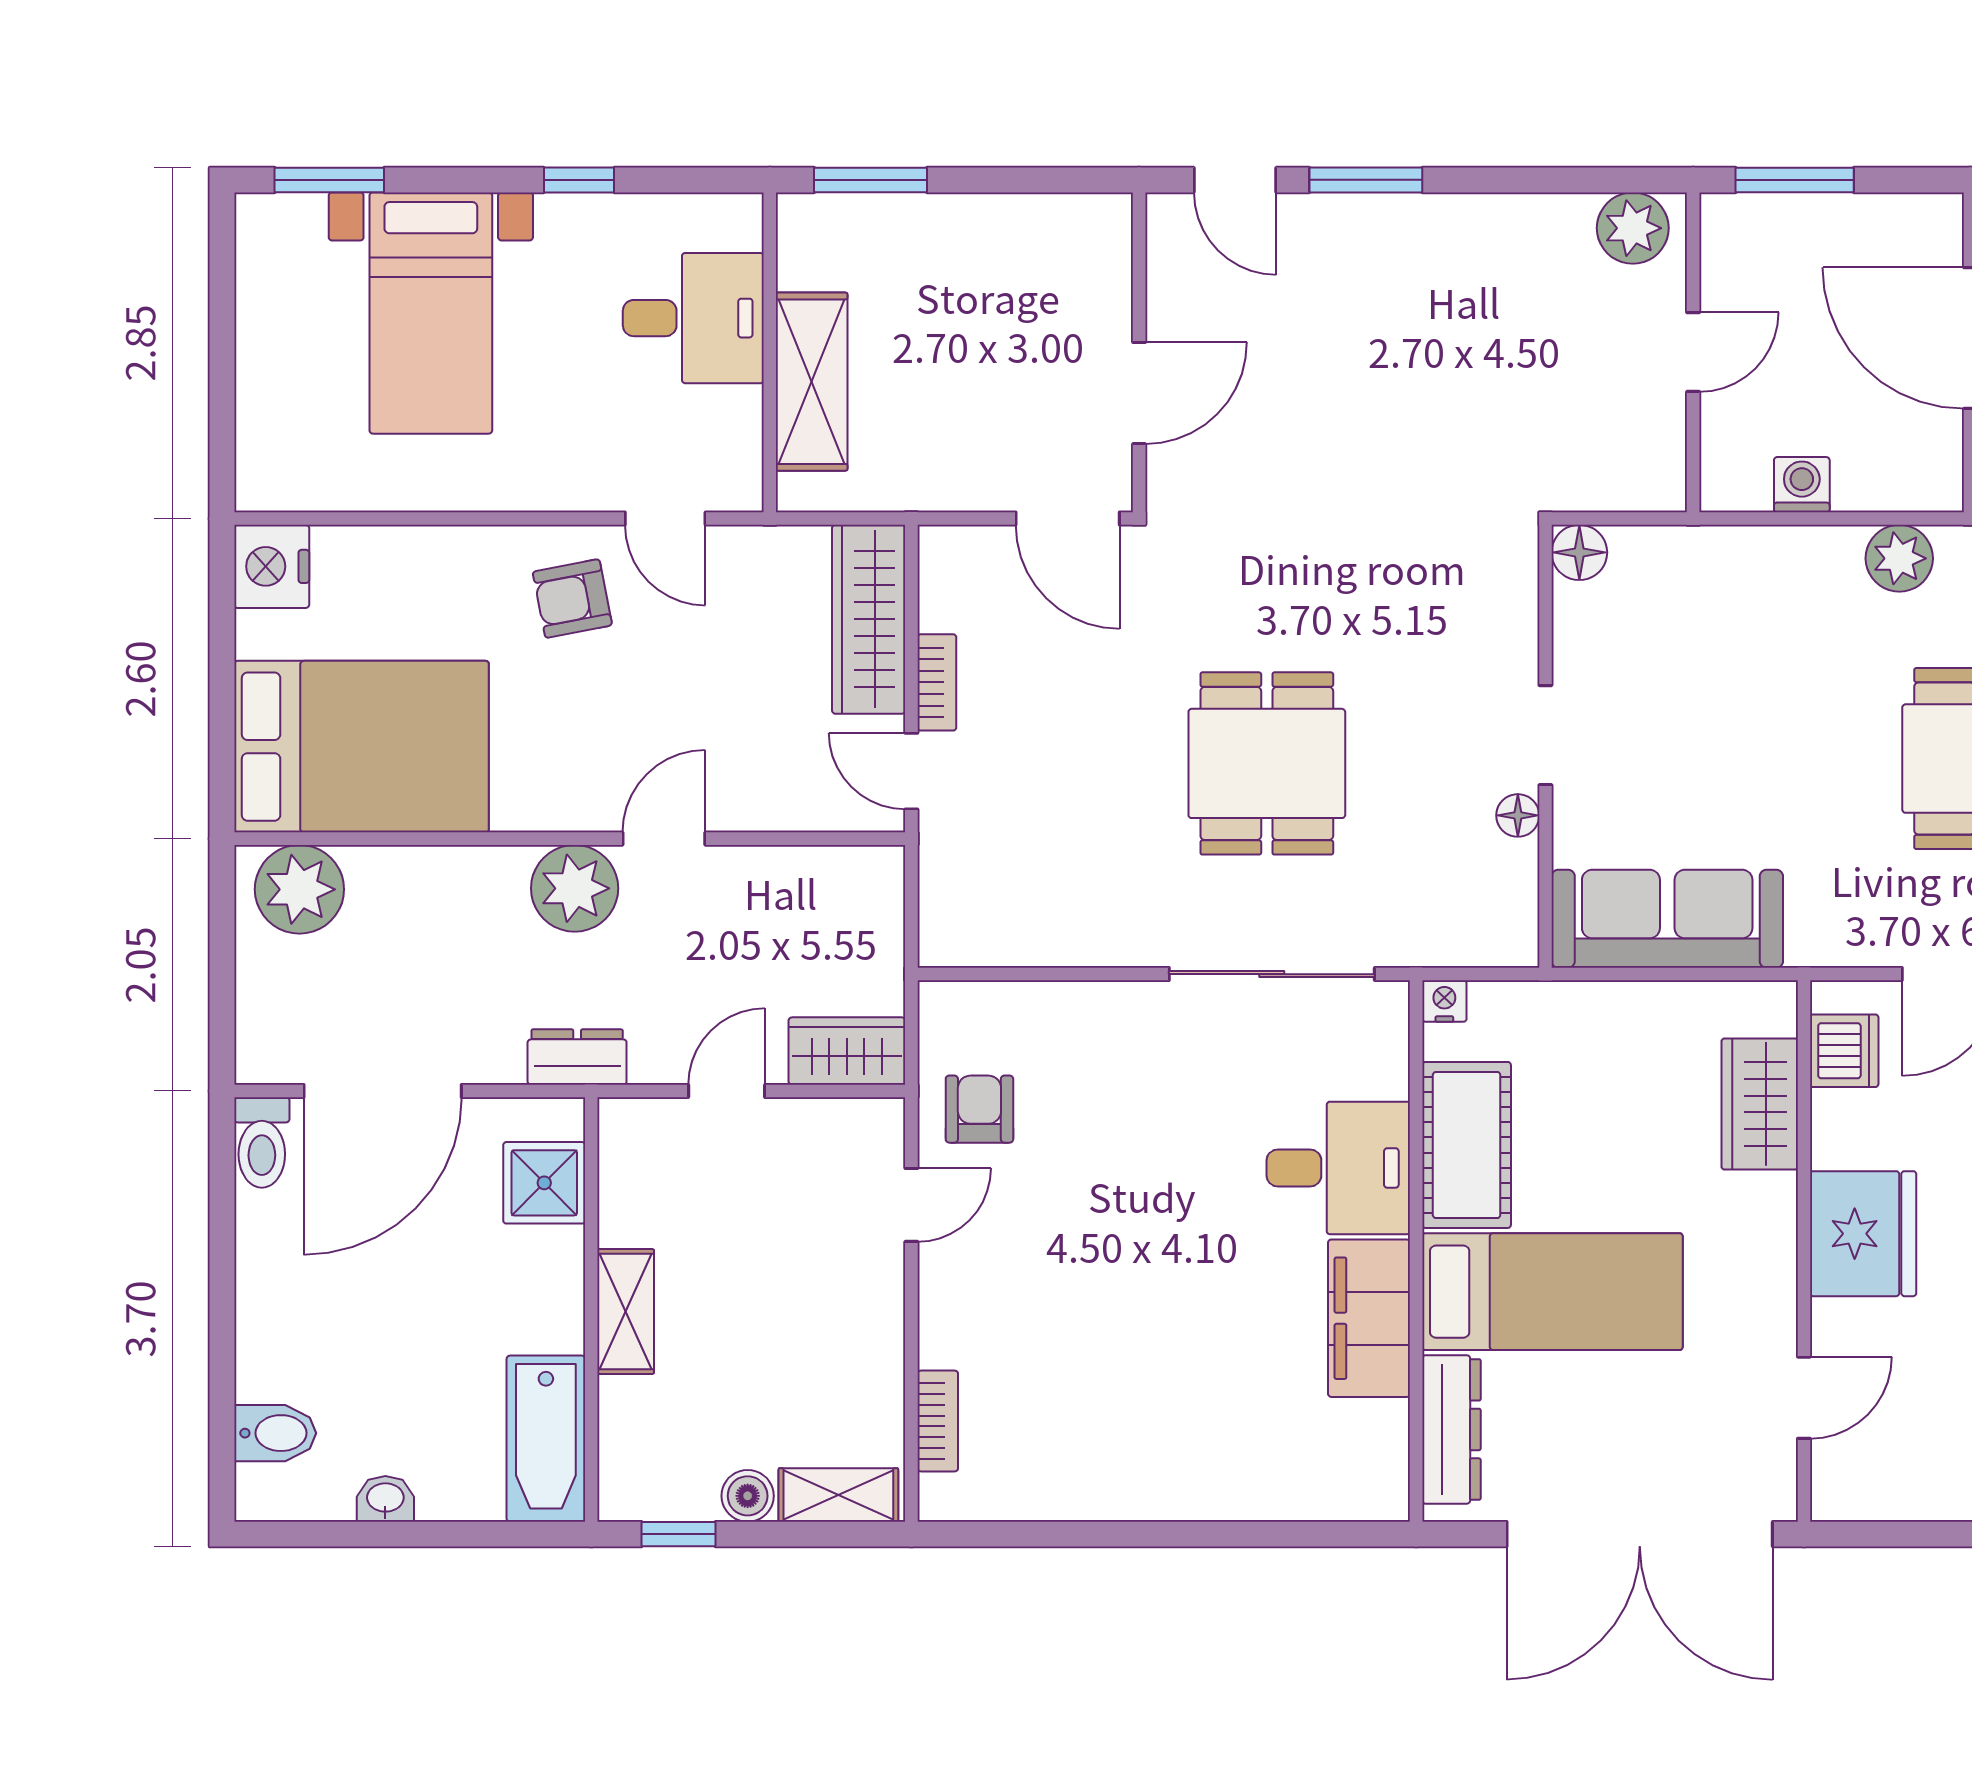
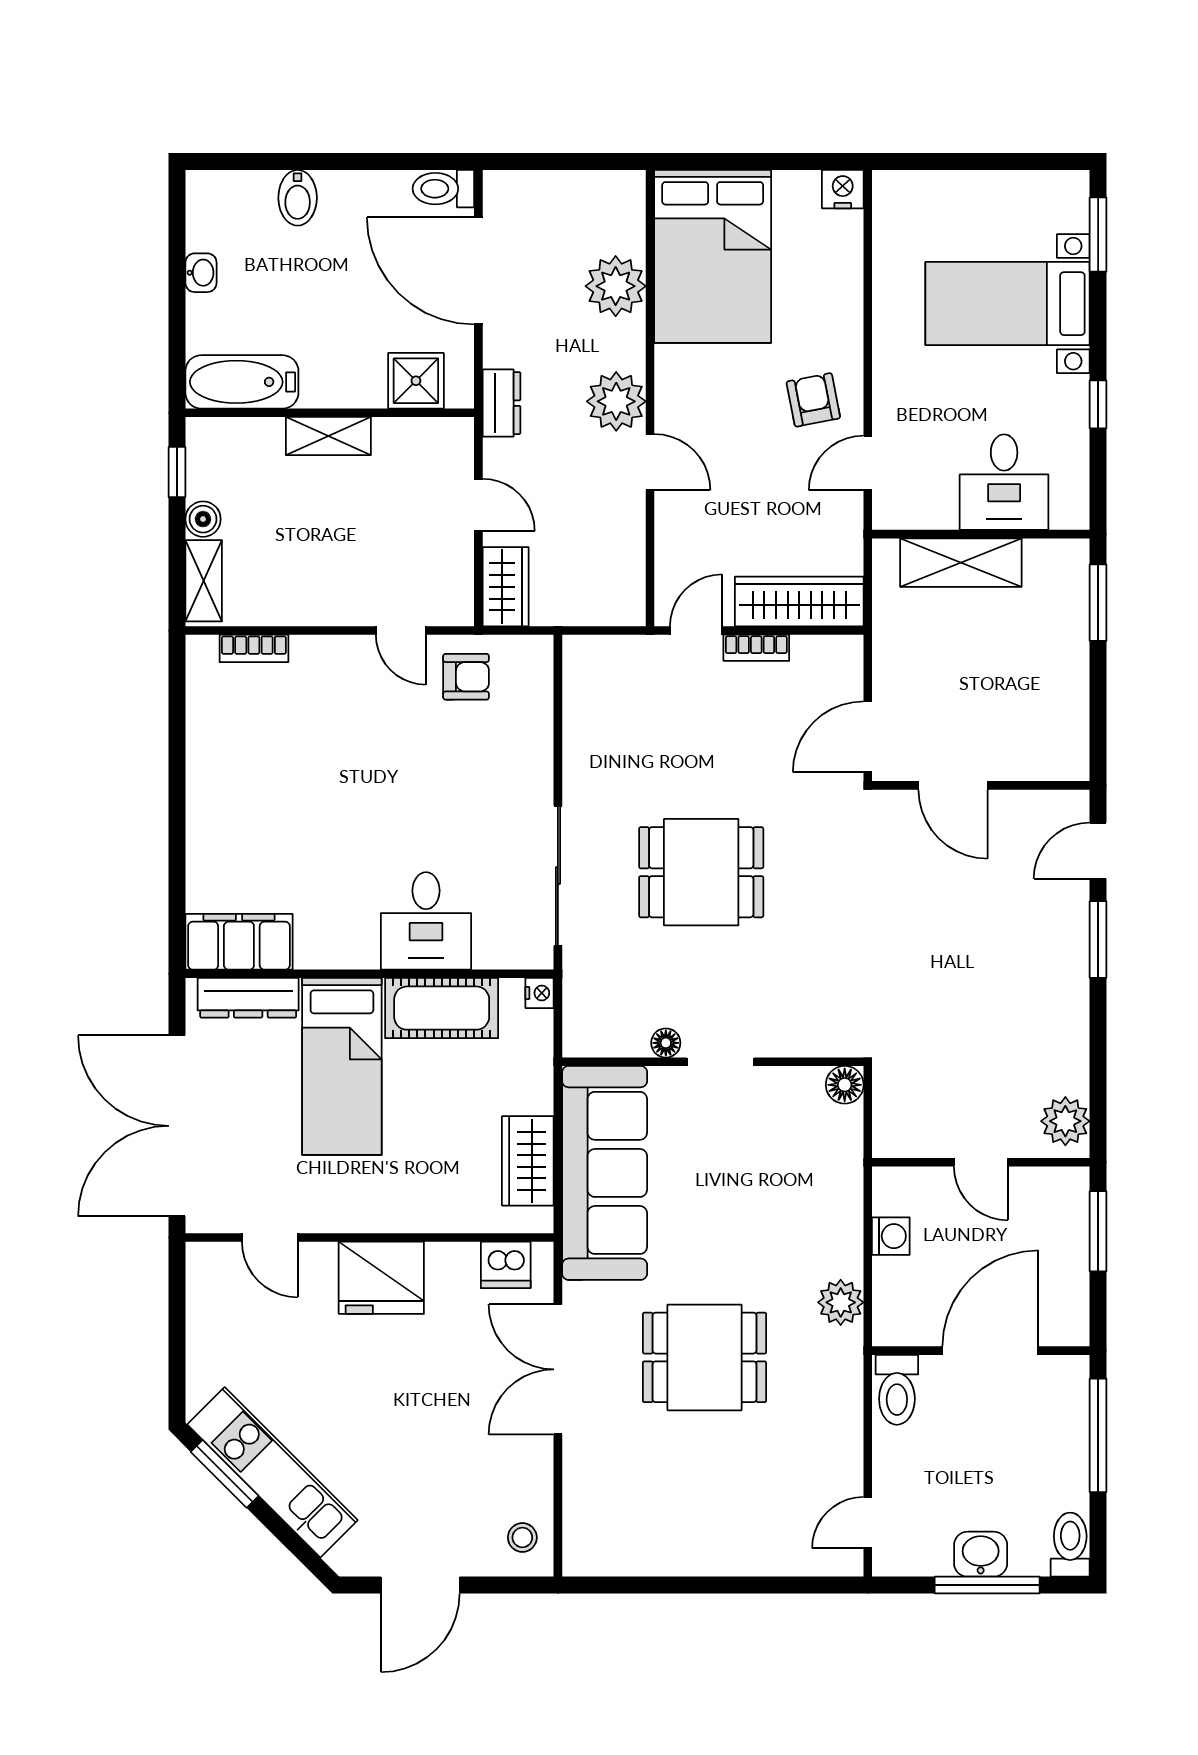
nightstand: (272, 566) -> (843, 189), width x0.74, depth x0.75
plant: (299, 889) -> (616, 286), moved
sofa: (1667, 919) -> (605, 1173), width x1.36, depth x1.27
wardrobe: (1760, 1104) -> (528, 1161), moved, turned -90
filing cabinet: (1369, 1318) -> (239, 942), moved
bidet: (275, 1433) -> (298, 198), moved

